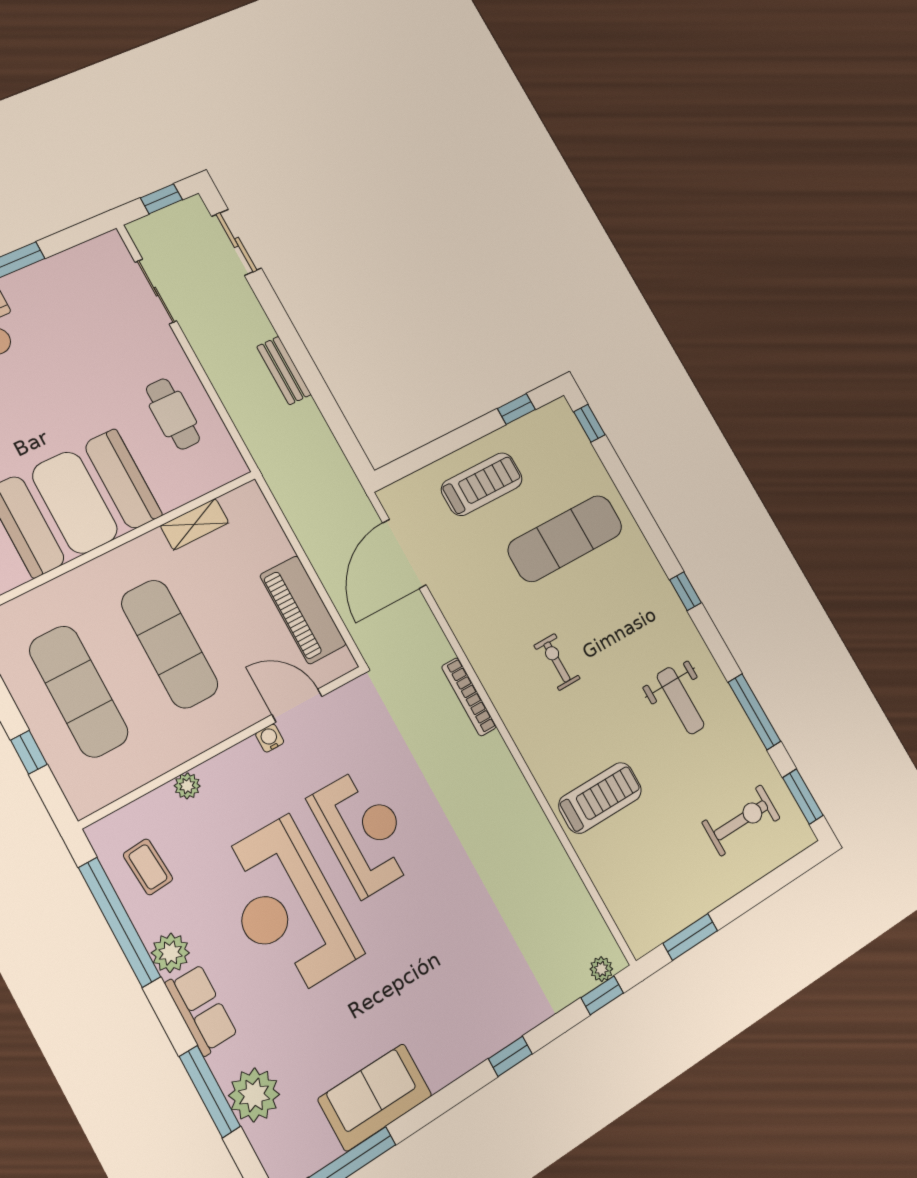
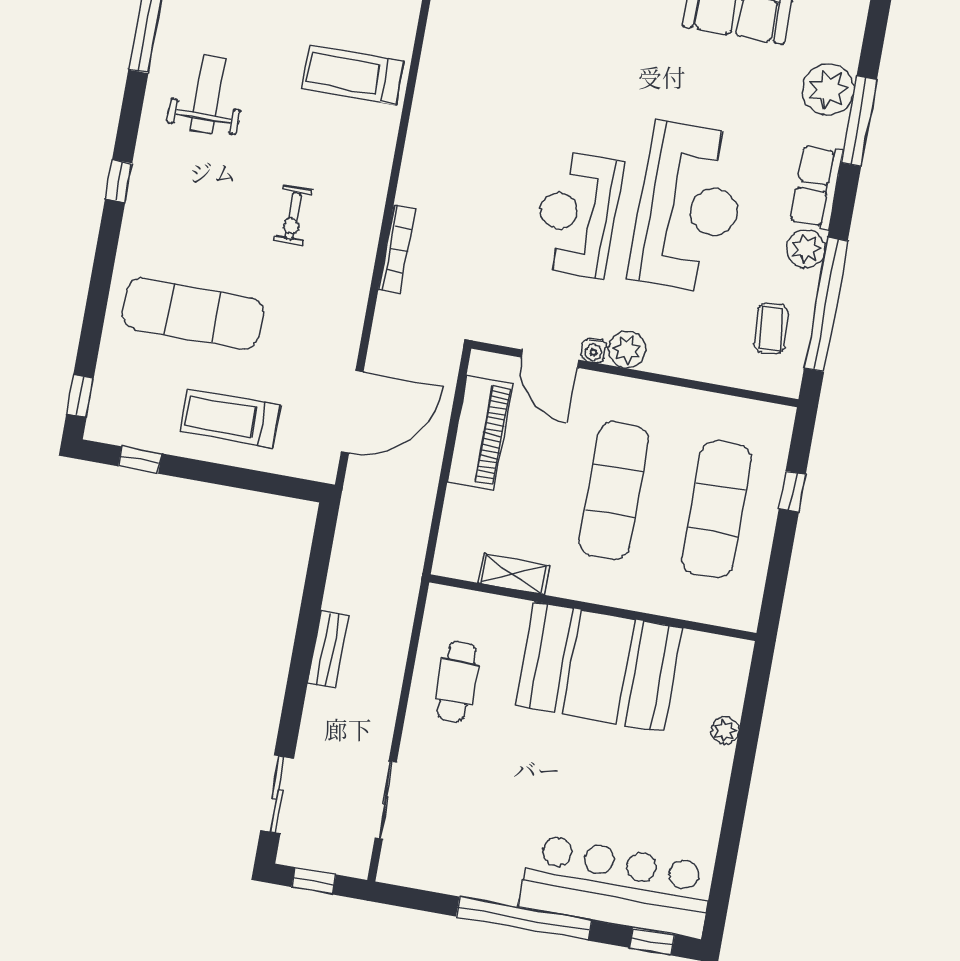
plant: (187, 786) -> (627, 350), moved, width x1.38, depth x1.38

